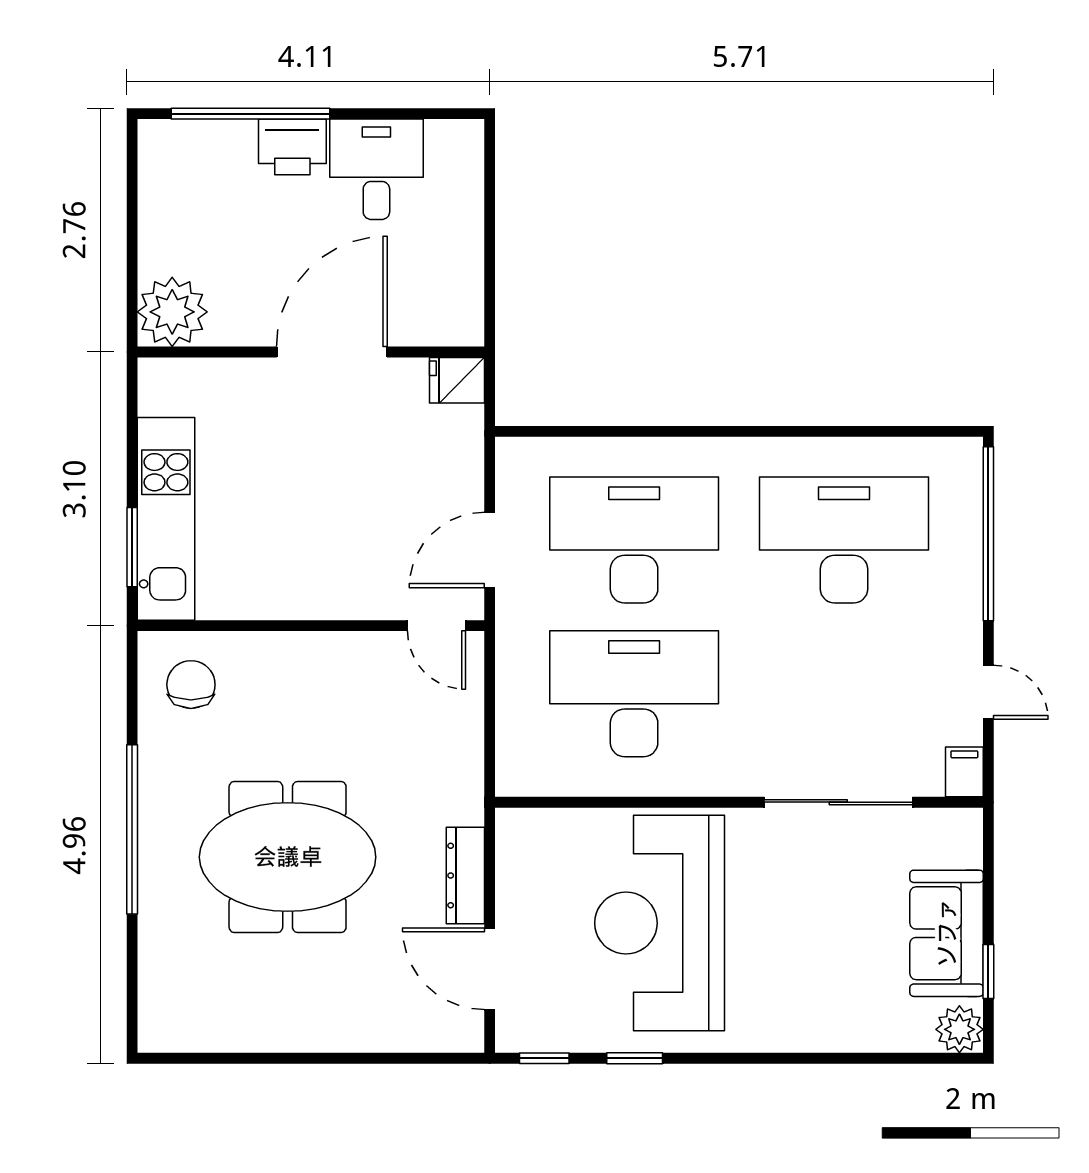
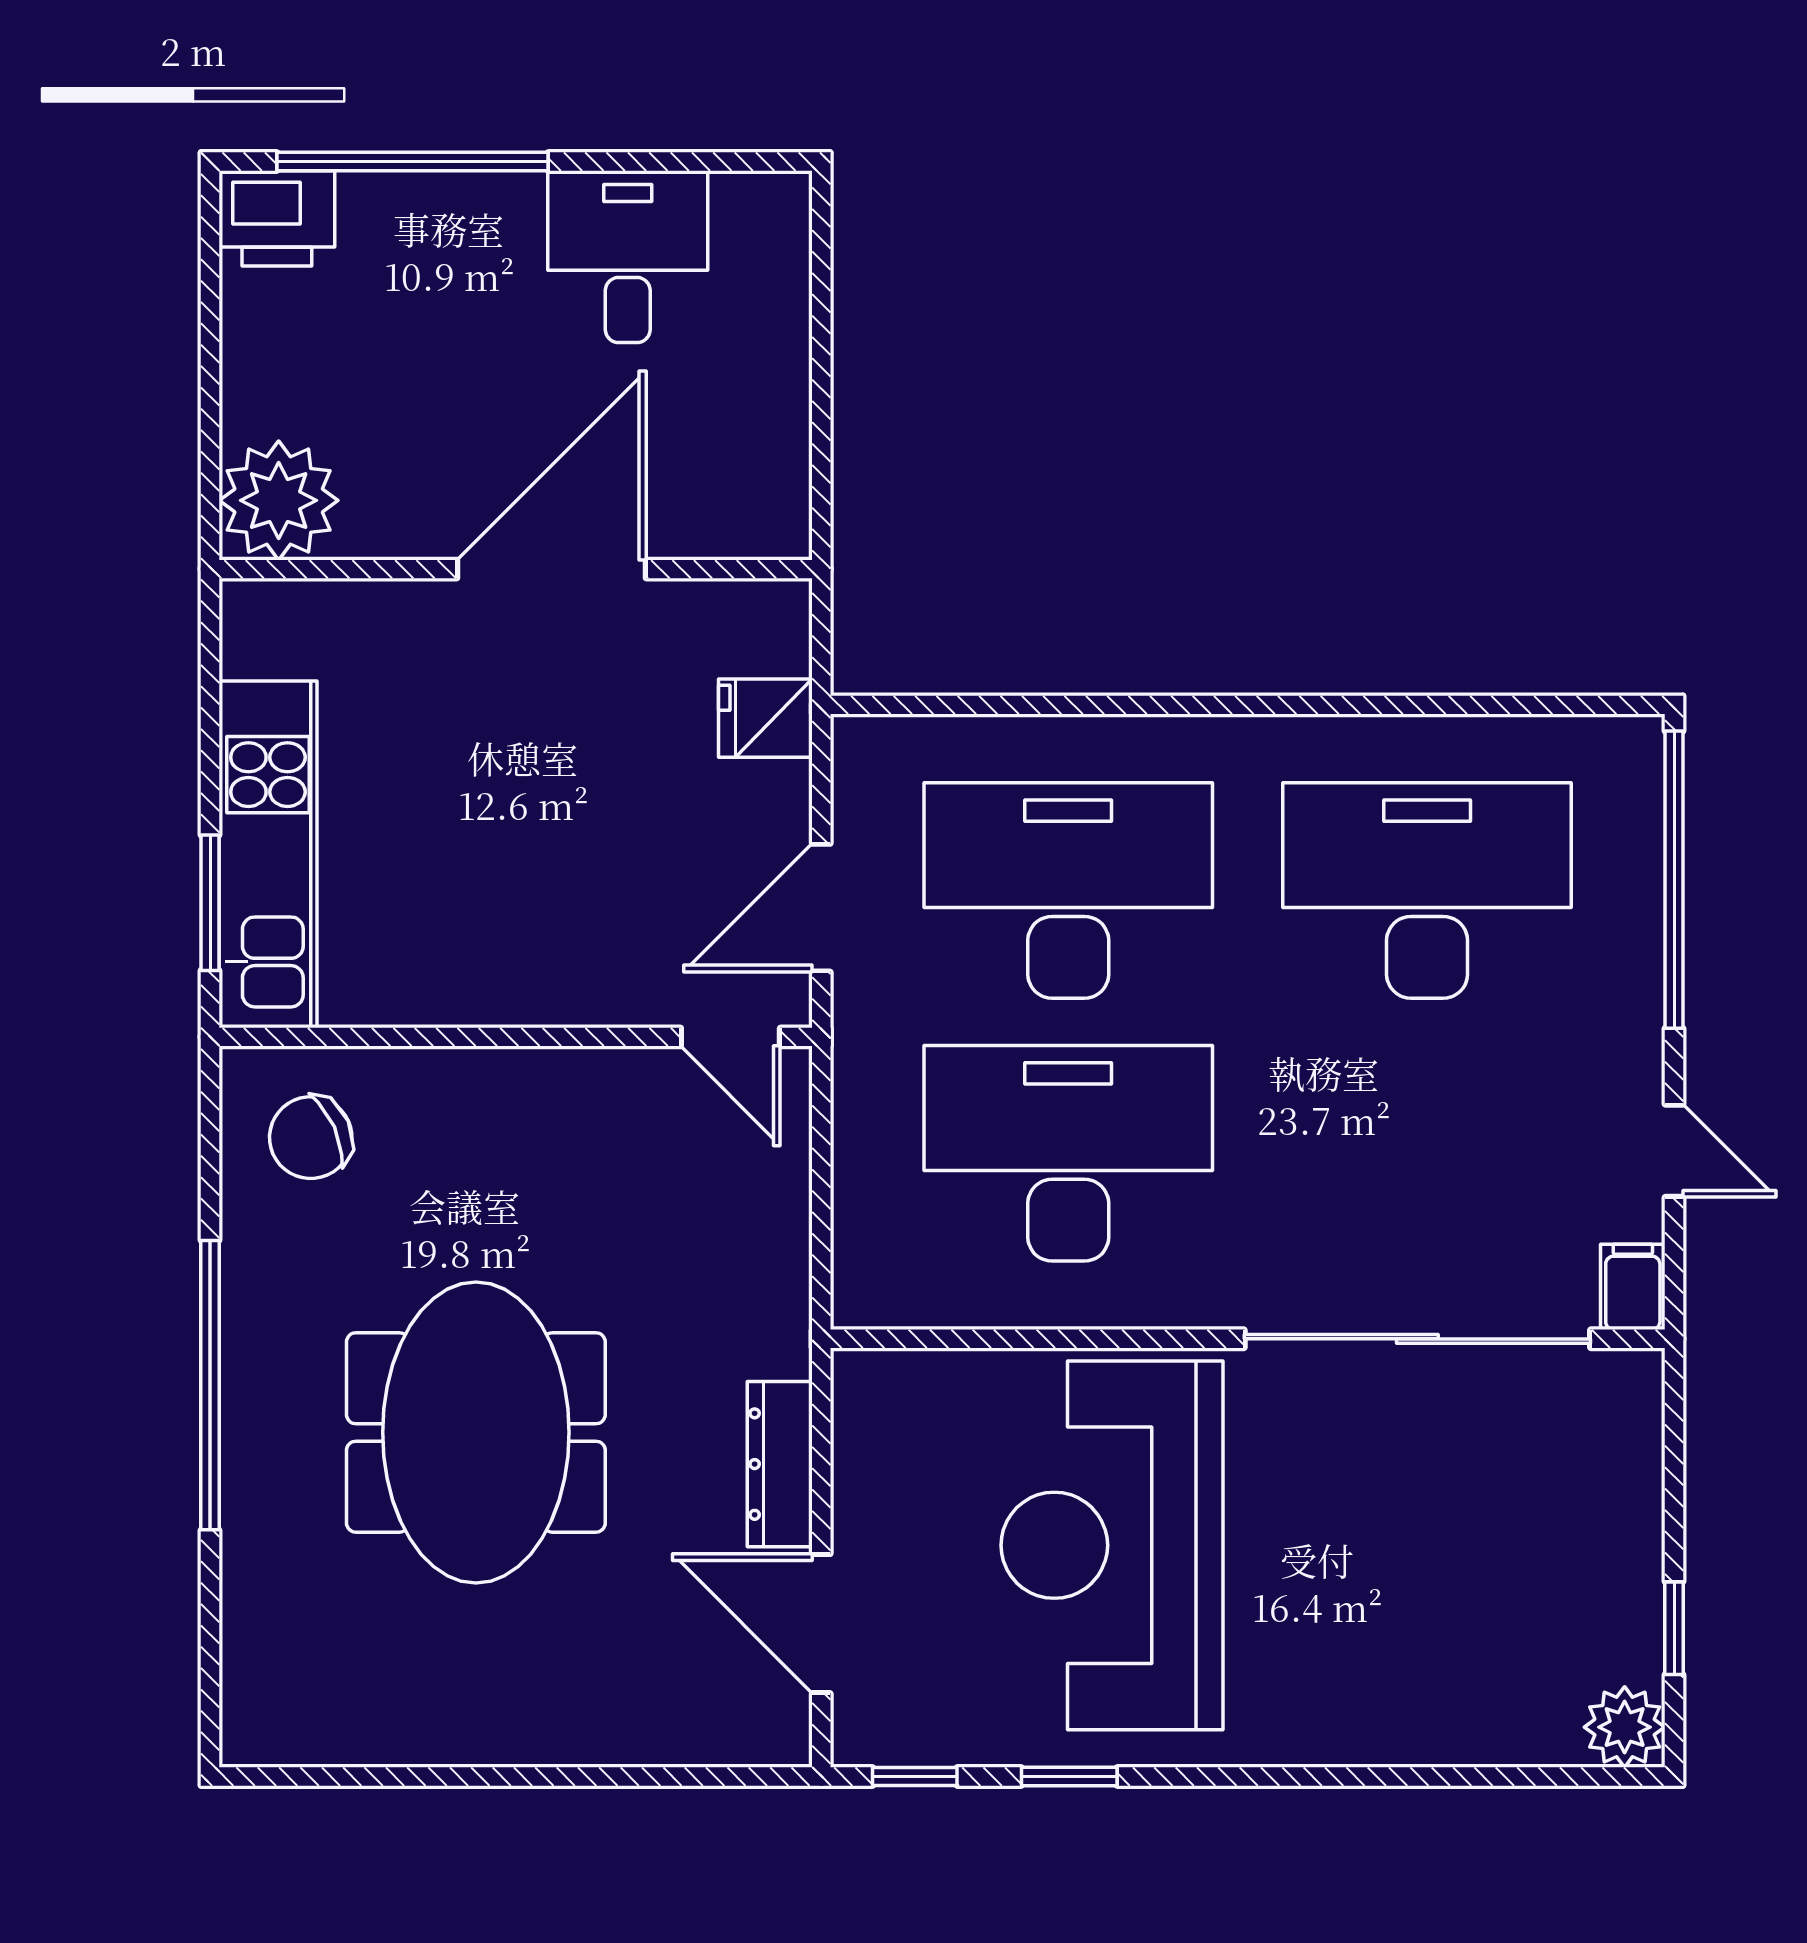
printer: (292, 147) -> (277, 218), moved
fridge: (457, 380) -> (765, 718), moved
chair: (191, 685) -> (311, 1138), turned -114
sliding door: (838, 802) -> (1417, 1339), width x1.36
meeting table: (288, 857) -> (476, 1432), turned 90
sofa: (947, 933) -> (1602, 1563), removed

